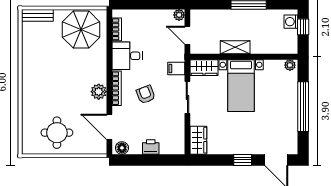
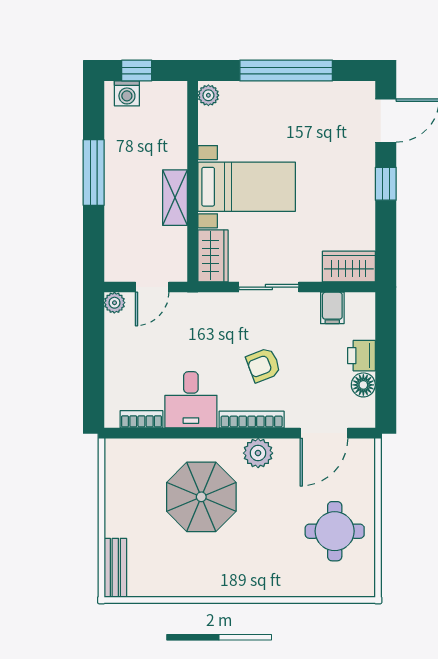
parasol: (81, 30) -> (201, 497), moved
filing cabinet: (176, 69) -> (332, 308), moved
floor lamp: (122, 148) -> (363, 385), moved

